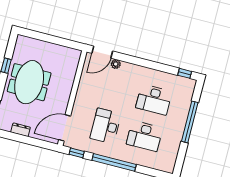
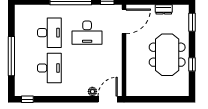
desk: (154, 100) -> (49, 68), turned 90
desk: (106, 126) -> (87, 33), turned 90
desk: (144, 136) -> (49, 33), turned 90

